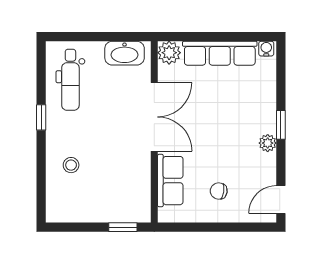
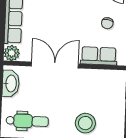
stool: (71, 165) -> (85, 123), width x1.89, depth x1.89

